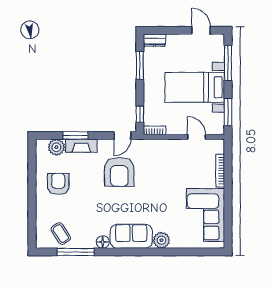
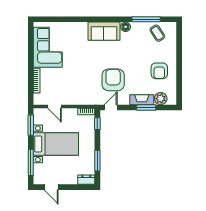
plant: (162, 240) -> (81, 28), removed

